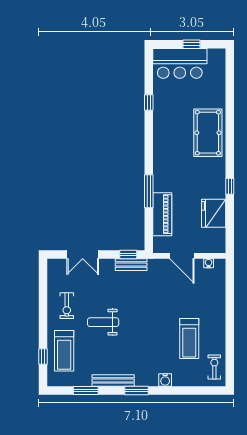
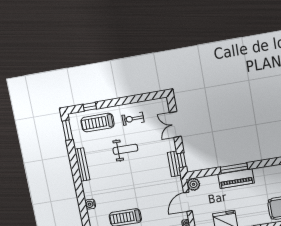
piano: (162, 214) -> (236, 179), moved
plant: (161, 245) -> (193, 184), added
weight bench: (103, 322) -> (125, 149), turned 90
window: (86, 390) -> (67, 130), moved
window: (136, 390) -> (78, 184), removed

